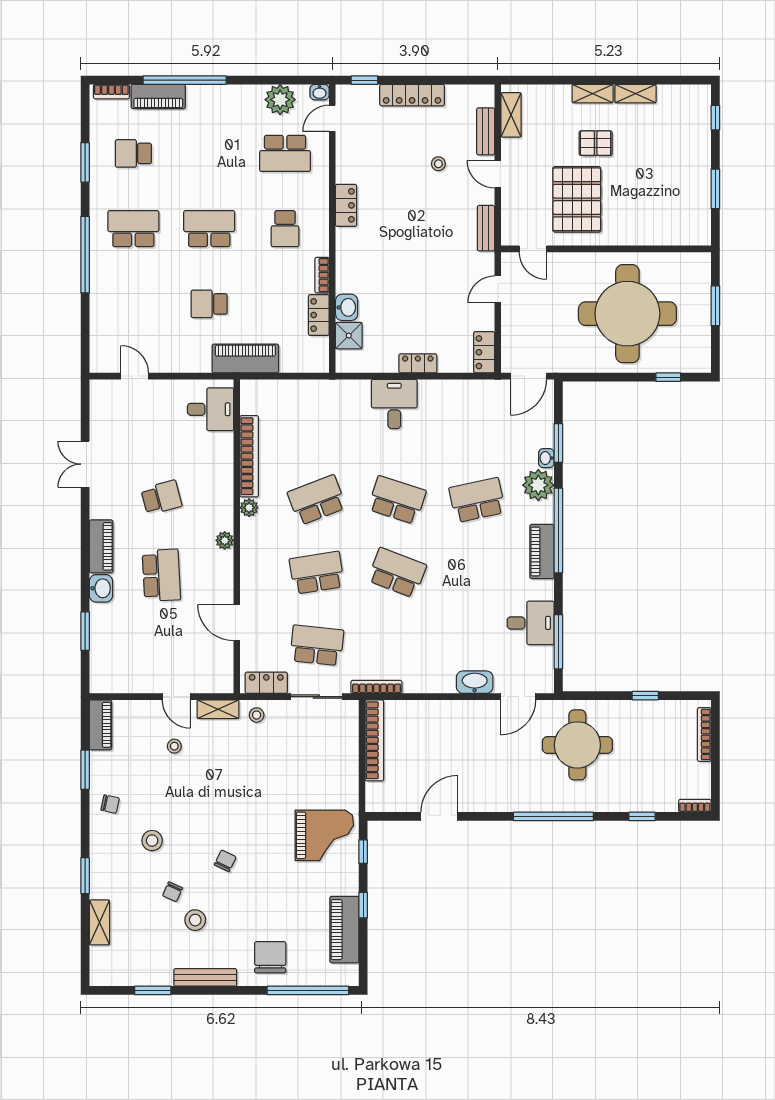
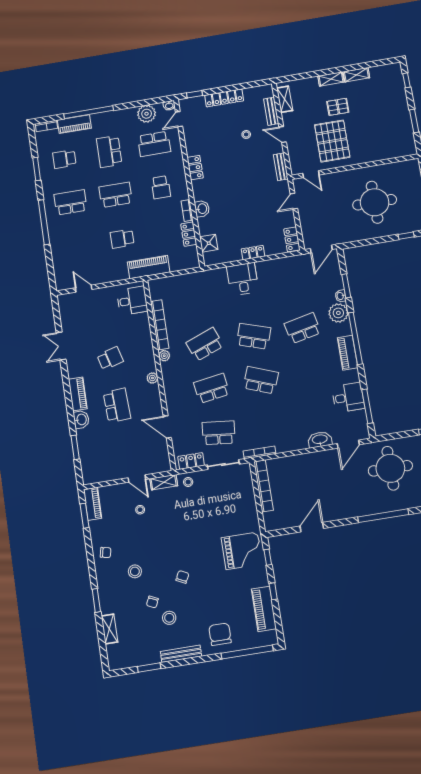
school desk: (209, 153) -> (109, 151), added
washbasin: (347, 307) -> (202, 209), moved
round table: (627, 314) -> (375, 202), width x0.73, depth x0.73
window: (85, 770) -> (85, 516), moved

